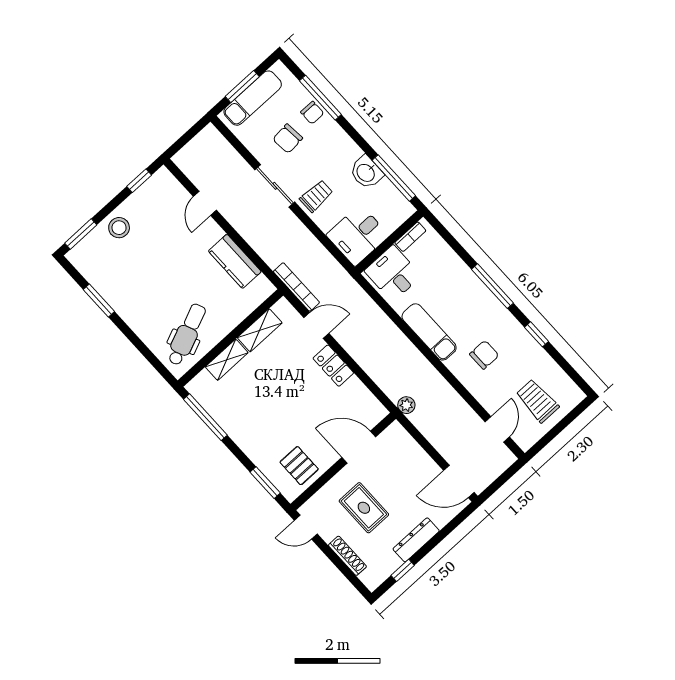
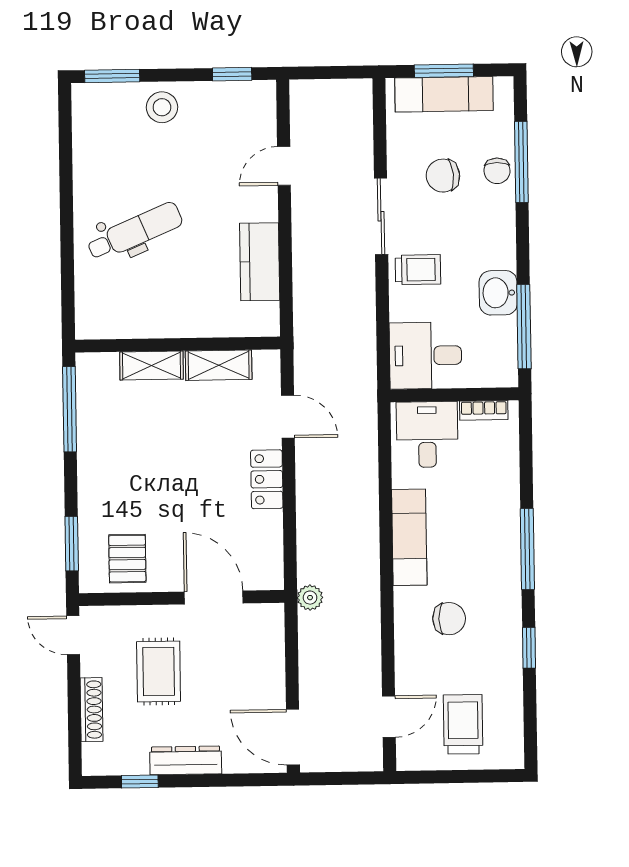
bookcase: (296, 287) -> (304, 353), removed
window: (99, 300) -> (66, 170), removed
dental chair: (187, 335) -> (135, 232), moved

